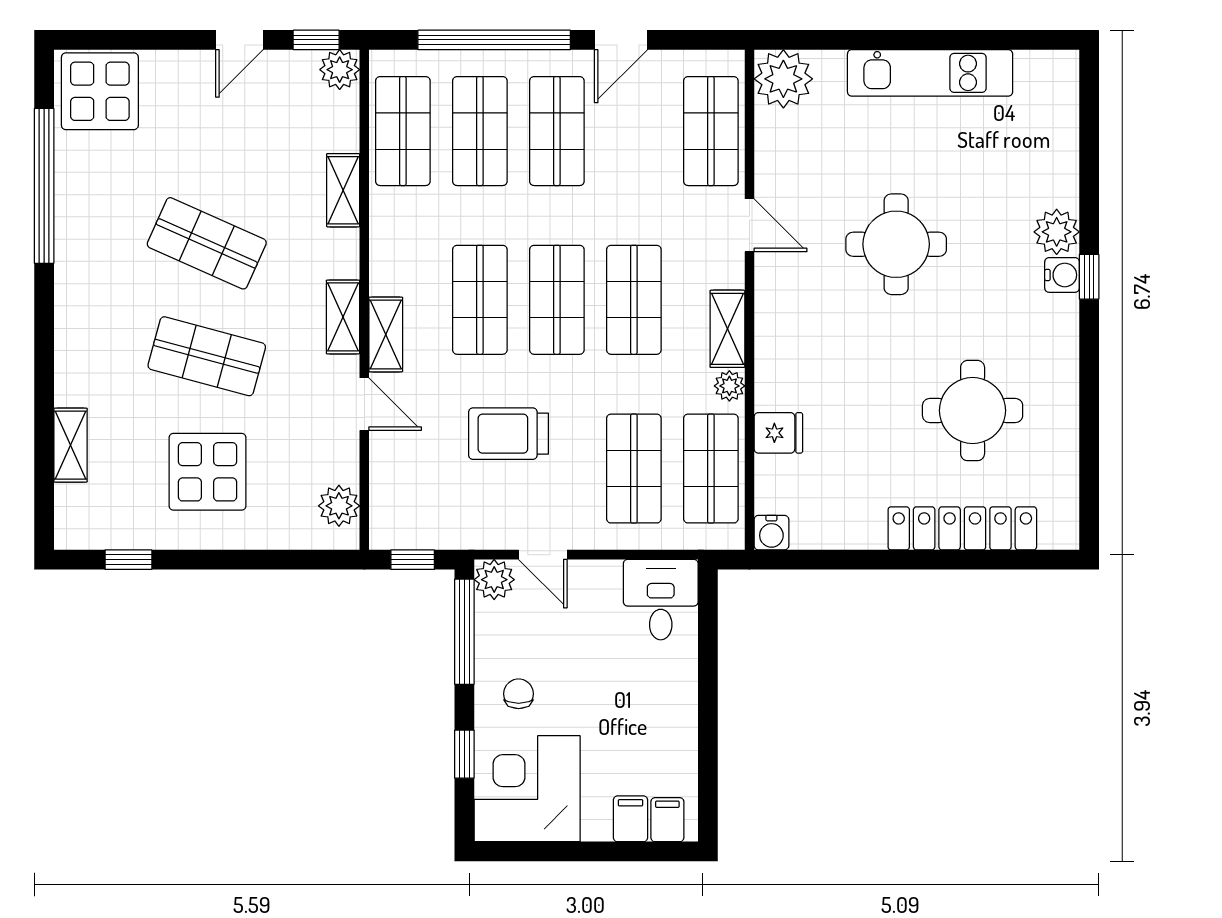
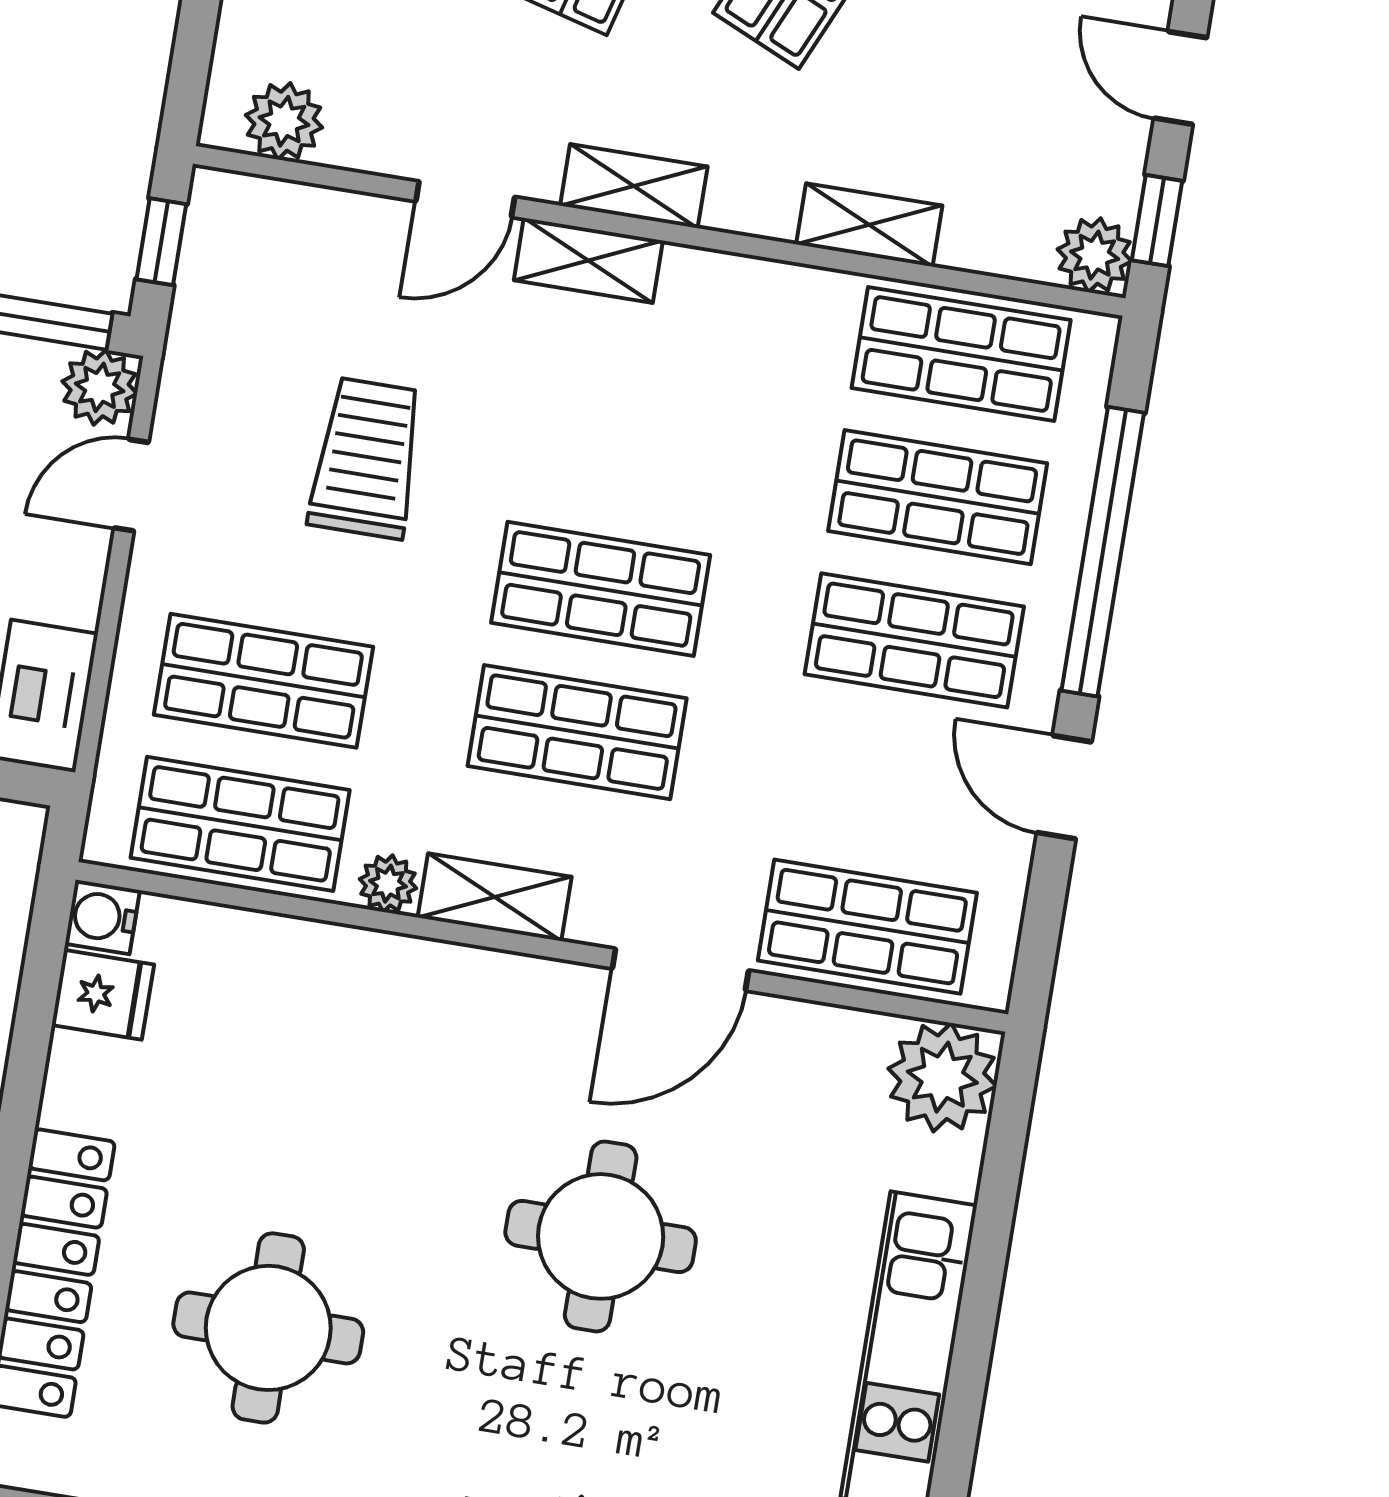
door: (749, 225) -> (680, 970), width x1.38
shop shelf: (480, 300) -> (624, 446), removed
fridge: (778, 433) -> (103, 995), moved, turned -90

